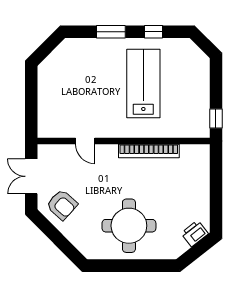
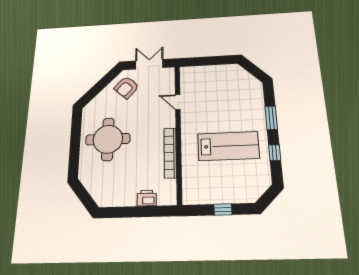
window: (216, 119) -> (223, 210), moved
door: (85, 141) -> (178, 102), hinge flipped
printer: (195, 233) -> (147, 198), moved, turned -52

